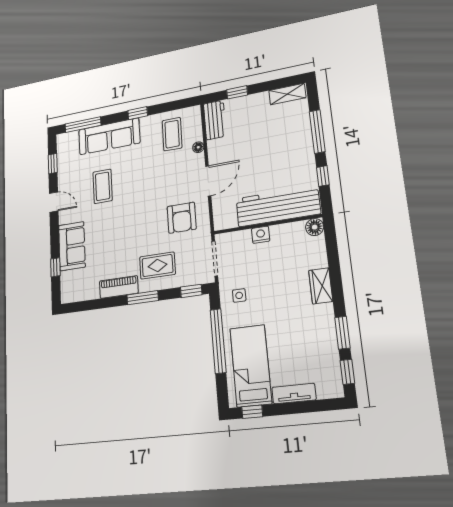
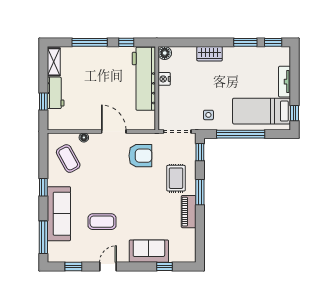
workbench: (215, 120) -> (56, 93), moved, turned 90
coffee table: (172, 134) -> (68, 159), turned 60
nightstand: (261, 235) -> (164, 79), moved

